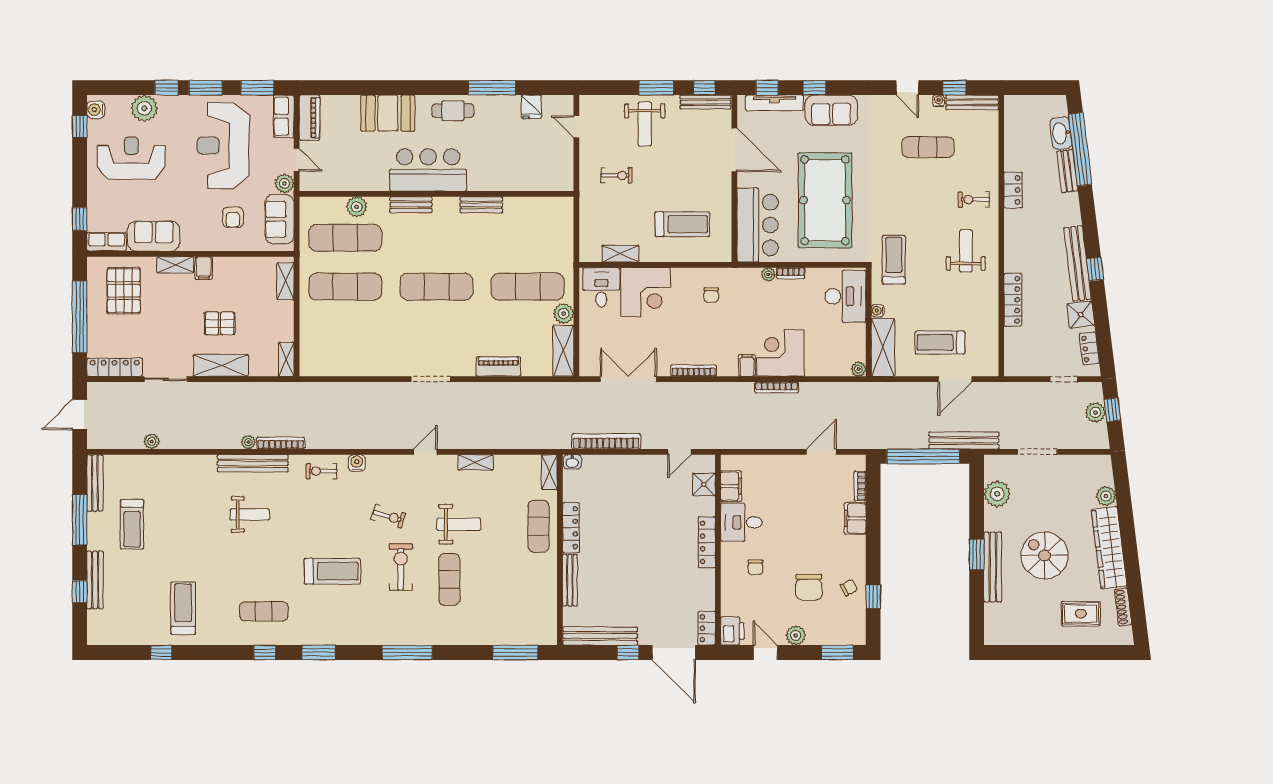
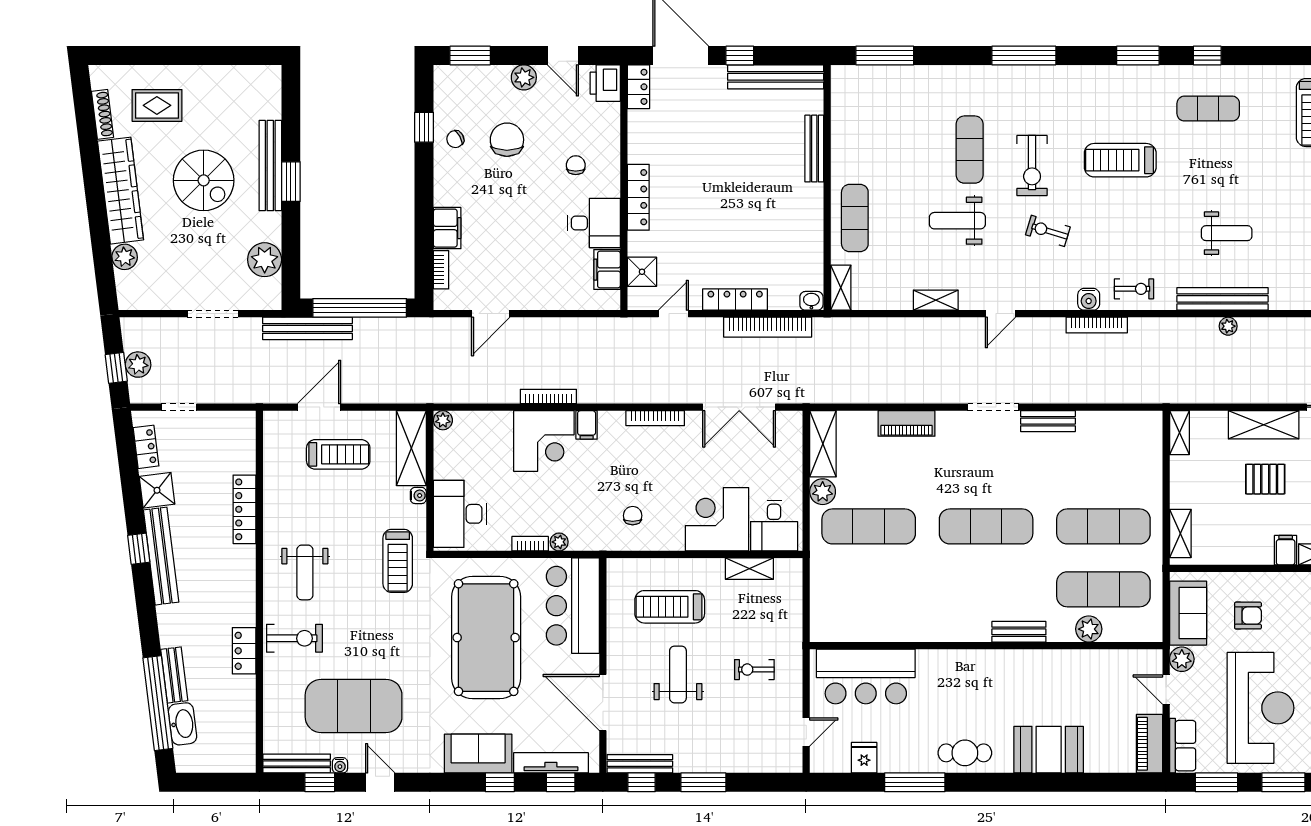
weight bench: (645, 124) -> (678, 674), moved
door: (576, 127) -> (806, 732), hinge flipped
exercise mat: (928, 147) -> (354, 706), width x2.00, depth x1.45
bar counter: (428, 170) -> (866, 676), moved
exercise bike: (974, 200) -> (294, 638), width x1.38, depth x1.39
bench: (481, 205) -> (1048, 421), moved
armchair: (233, 217) -> (1248, 616), turned 90
bookcase: (281, 443) -> (1097, 325), moved
weight bench: (250, 514) -> (1227, 233), turned 180
locker: (571, 528) -> (735, 300), moved, turned 90

